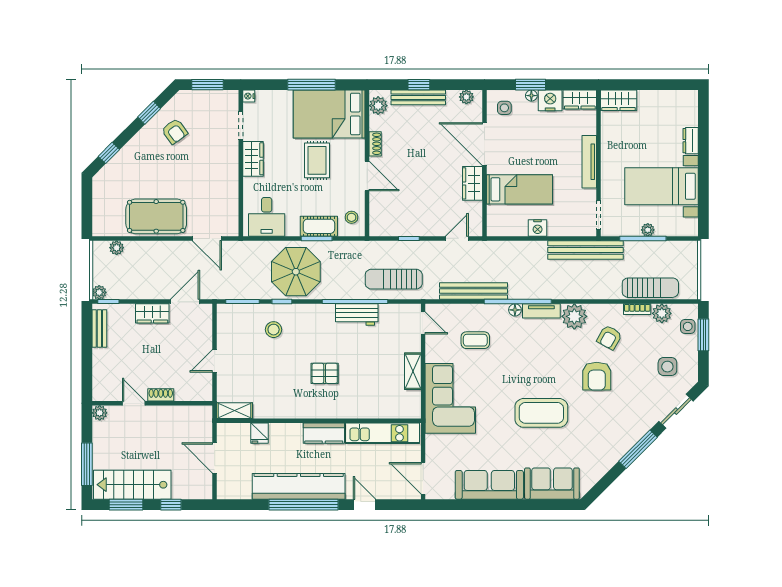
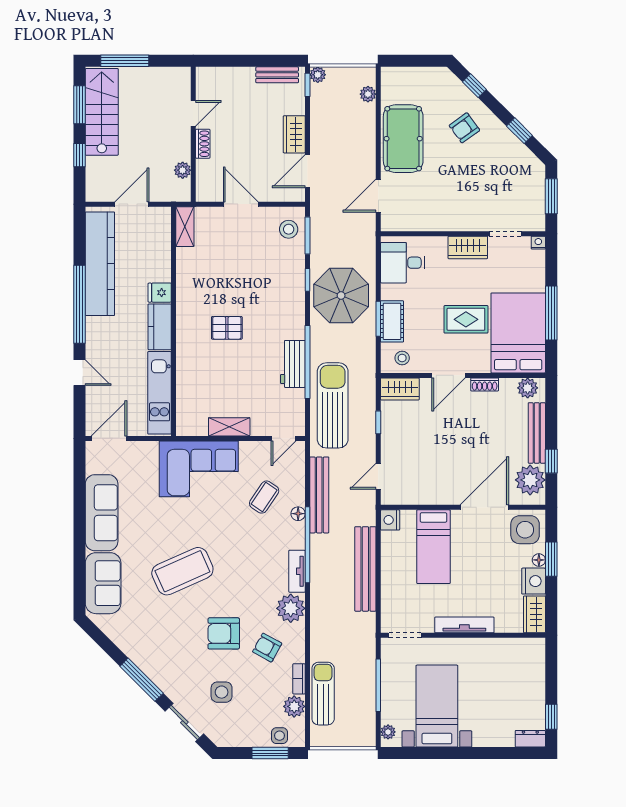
window: (419, 85) -> (551, 461), moved
window: (671, 85) -> (551, 717), added
plant: (466, 97) -> (530, 480), width x1.87, depth x1.87
wardrobe: (619, 100) -> (534, 658), removed
side table: (504, 108) -> (525, 530), width x1.87, depth x1.87
armchair: (175, 131) -> (464, 128), moved
dresser: (691, 141) -> (530, 739), moved
wardrobe: (472, 183) -> (400, 389), moved, turned 180
nightstand: (538, 228) -> (390, 520), moved
plant: (648, 230) -> (388, 732), moved
door: (457, 238) -> (378, 476), swing flipped
bench: (586, 250) -> (365, 569), moved
sun lounger: (394, 279) -> (333, 405), width x1.36, depth x1.34
sun lounger: (650, 288) -> (323, 694), turned 180
door: (185, 302) -> (307, 171), swing flipped
floor lamp: (515, 310) -> (298, 514), moved
stool: (274, 330) -> (289, 229), moved
coffee table: (475, 340) -> (264, 497), turned 34
door: (215, 361) -> (241, 204), width x1.38
side table: (667, 367) -> (222, 692), moved
pallet: (325, 373) -> (227, 328), turned 90
plant: (100, 413) -> (183, 170), moved
coffee table: (541, 413) -> (182, 571), turned 66
fridge: (259, 433) -> (160, 293), moved
kitchen counter: (299, 486) -> (100, 264), moved
door: (365, 505) -> (79, 373), hinge flipped

